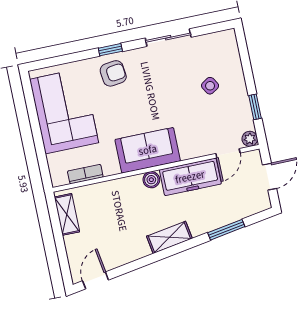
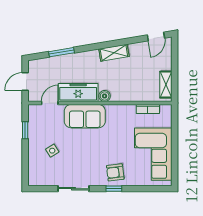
plant: (250, 139) -> (33, 110), removed
sofa: (148, 150) -> (85, 116), moved
shelving: (169, 237) -> (114, 53), moved

